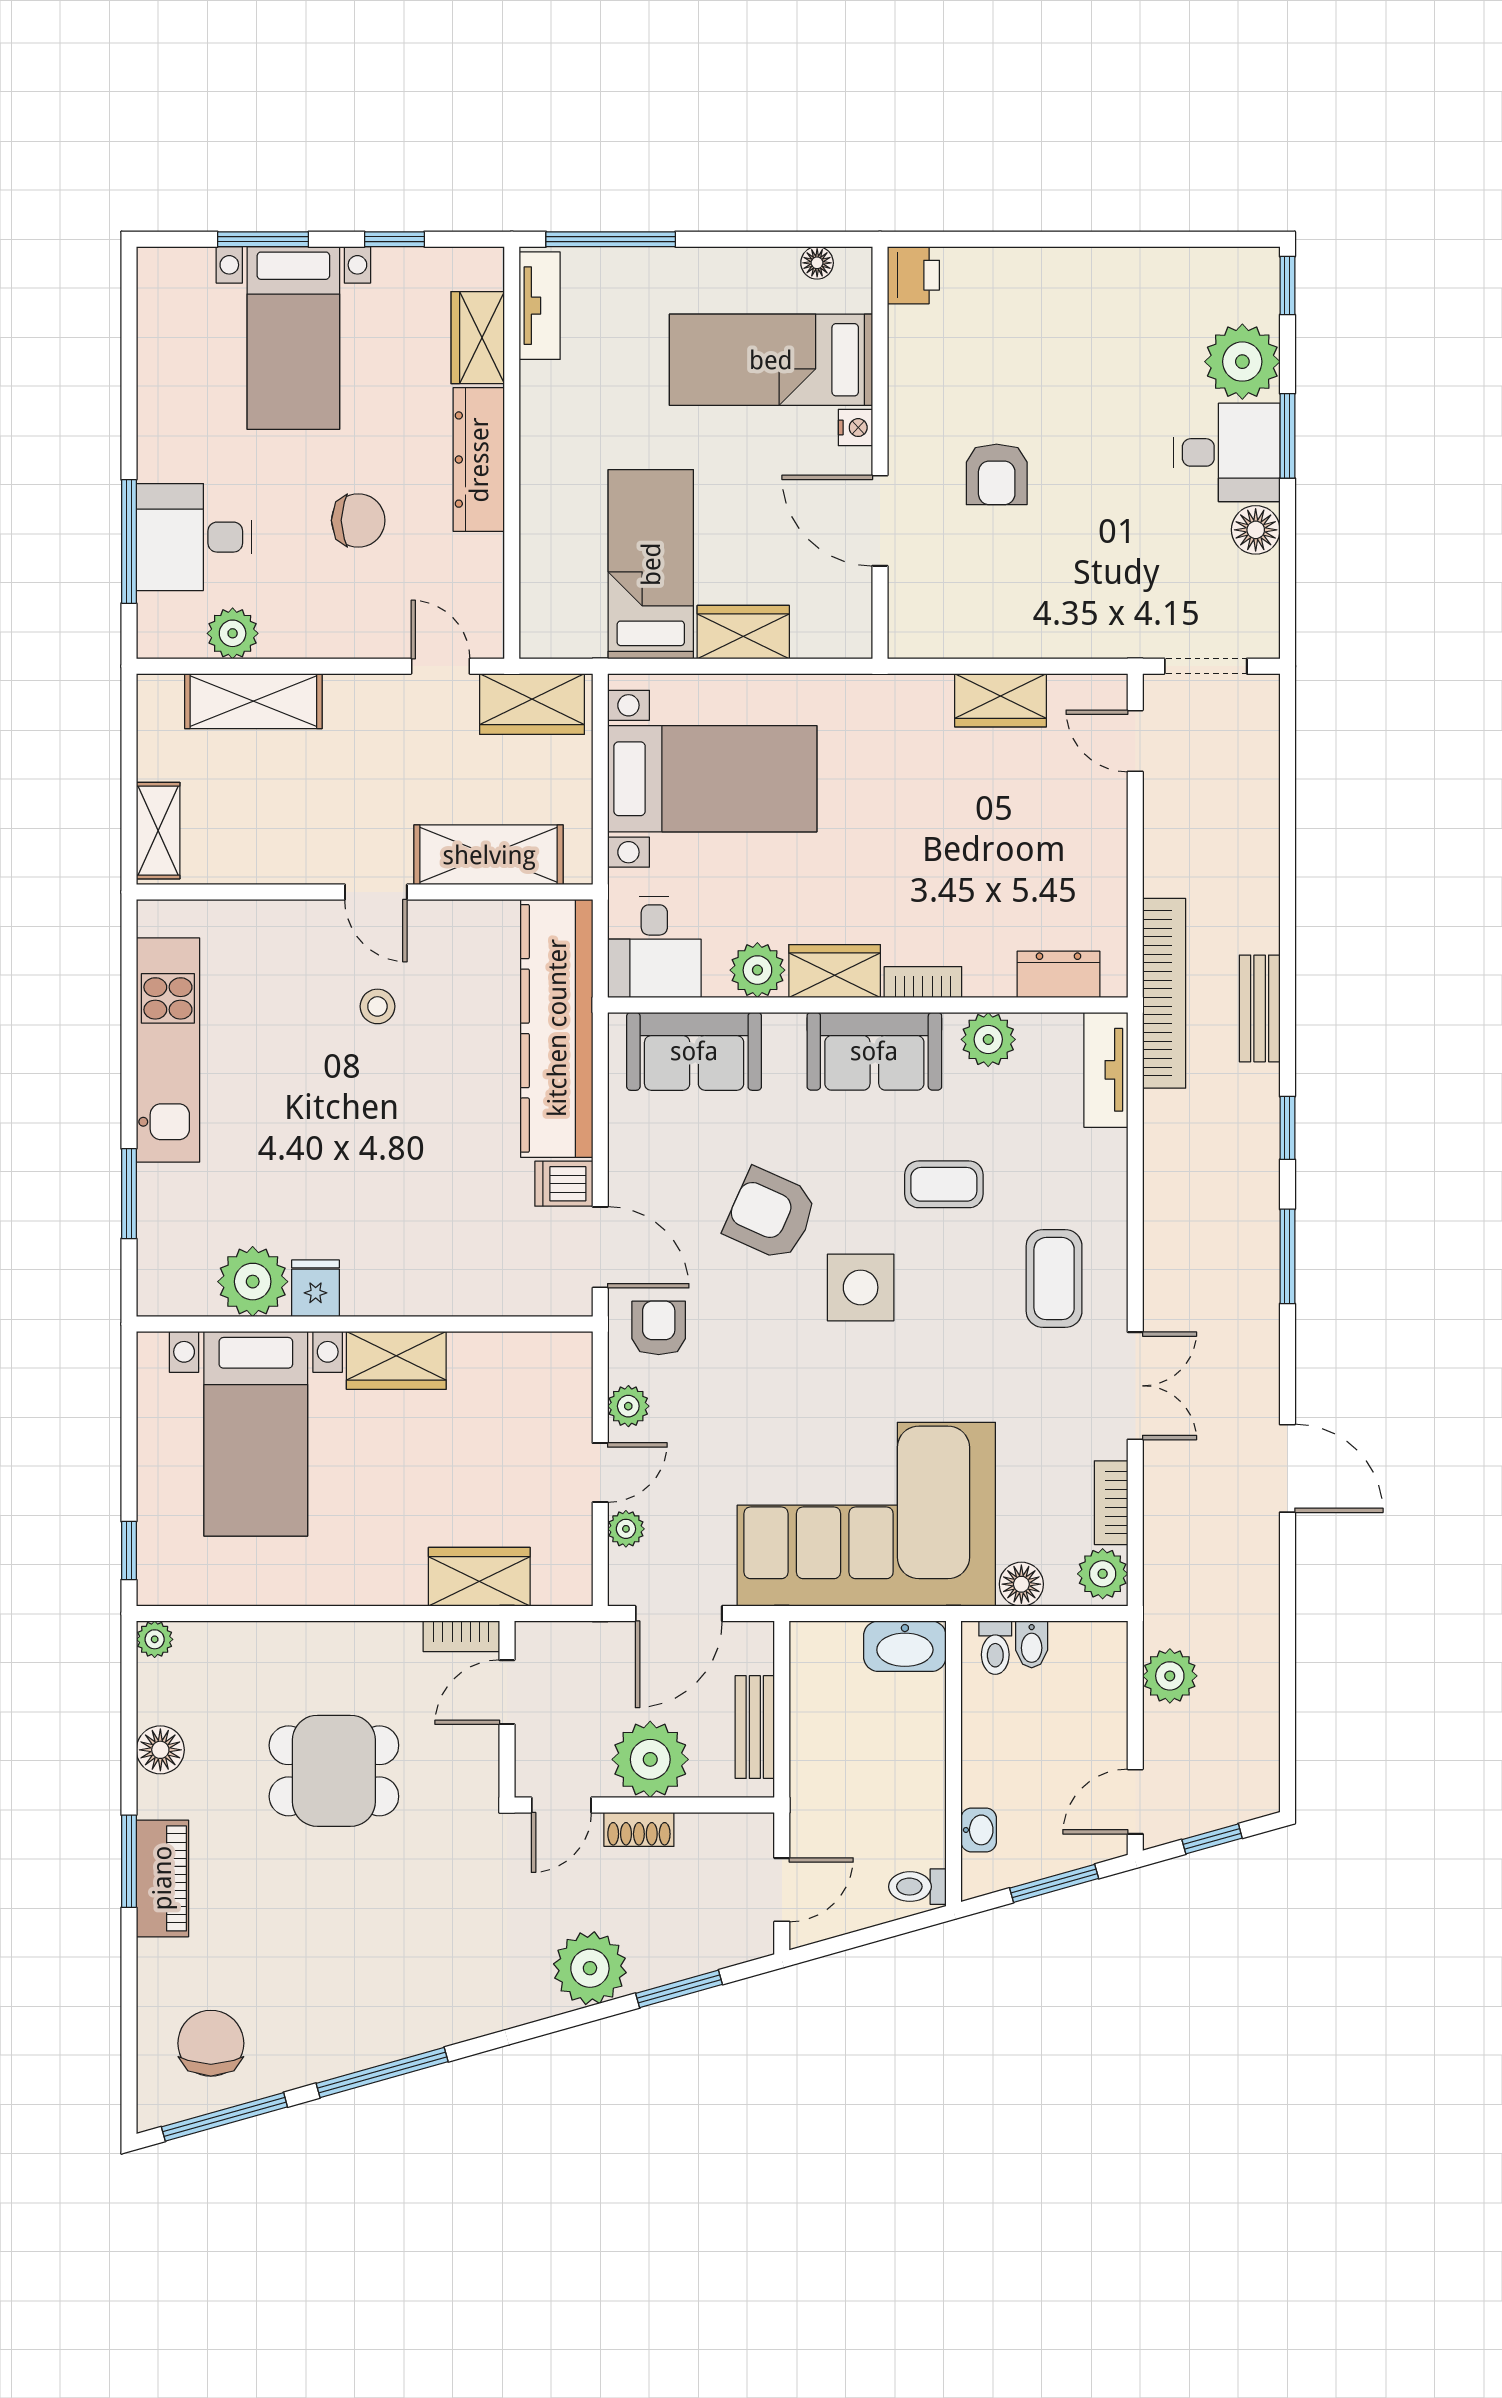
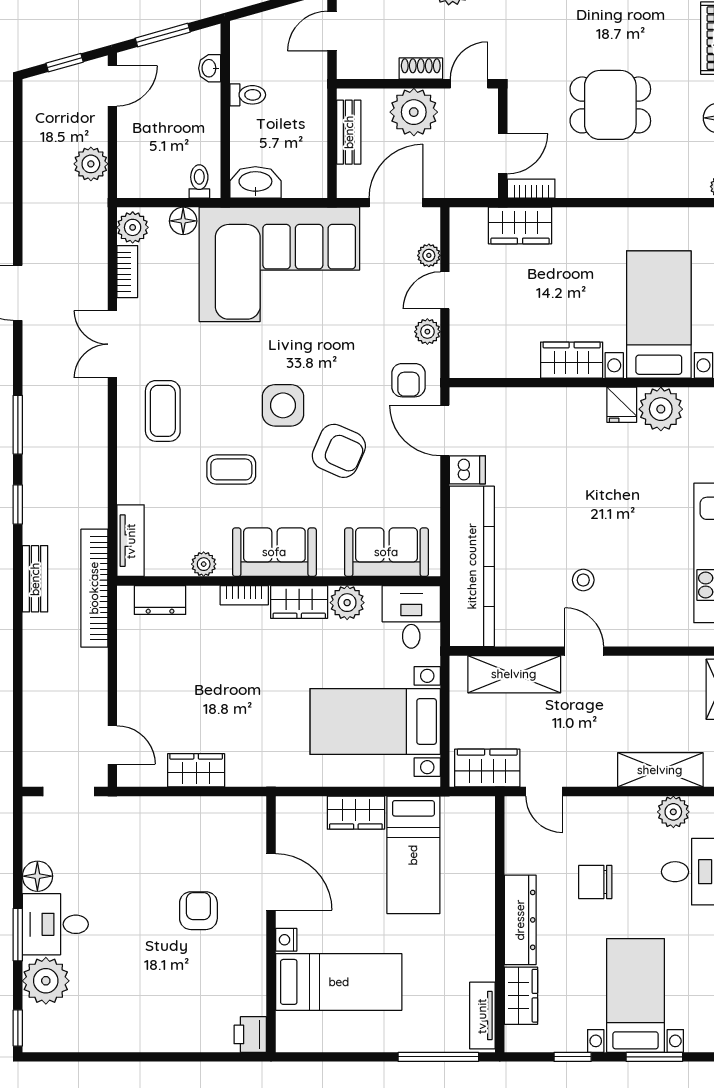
floor lamp: (817, 263) -> (310, 1042), removed
plant: (988, 1039) -> (204, 564), width x0.73, depth x0.73
bidet: (1032, 1644) -> (177, 183), removed
toilet: (917, 1887) -> (248, 95), moved

